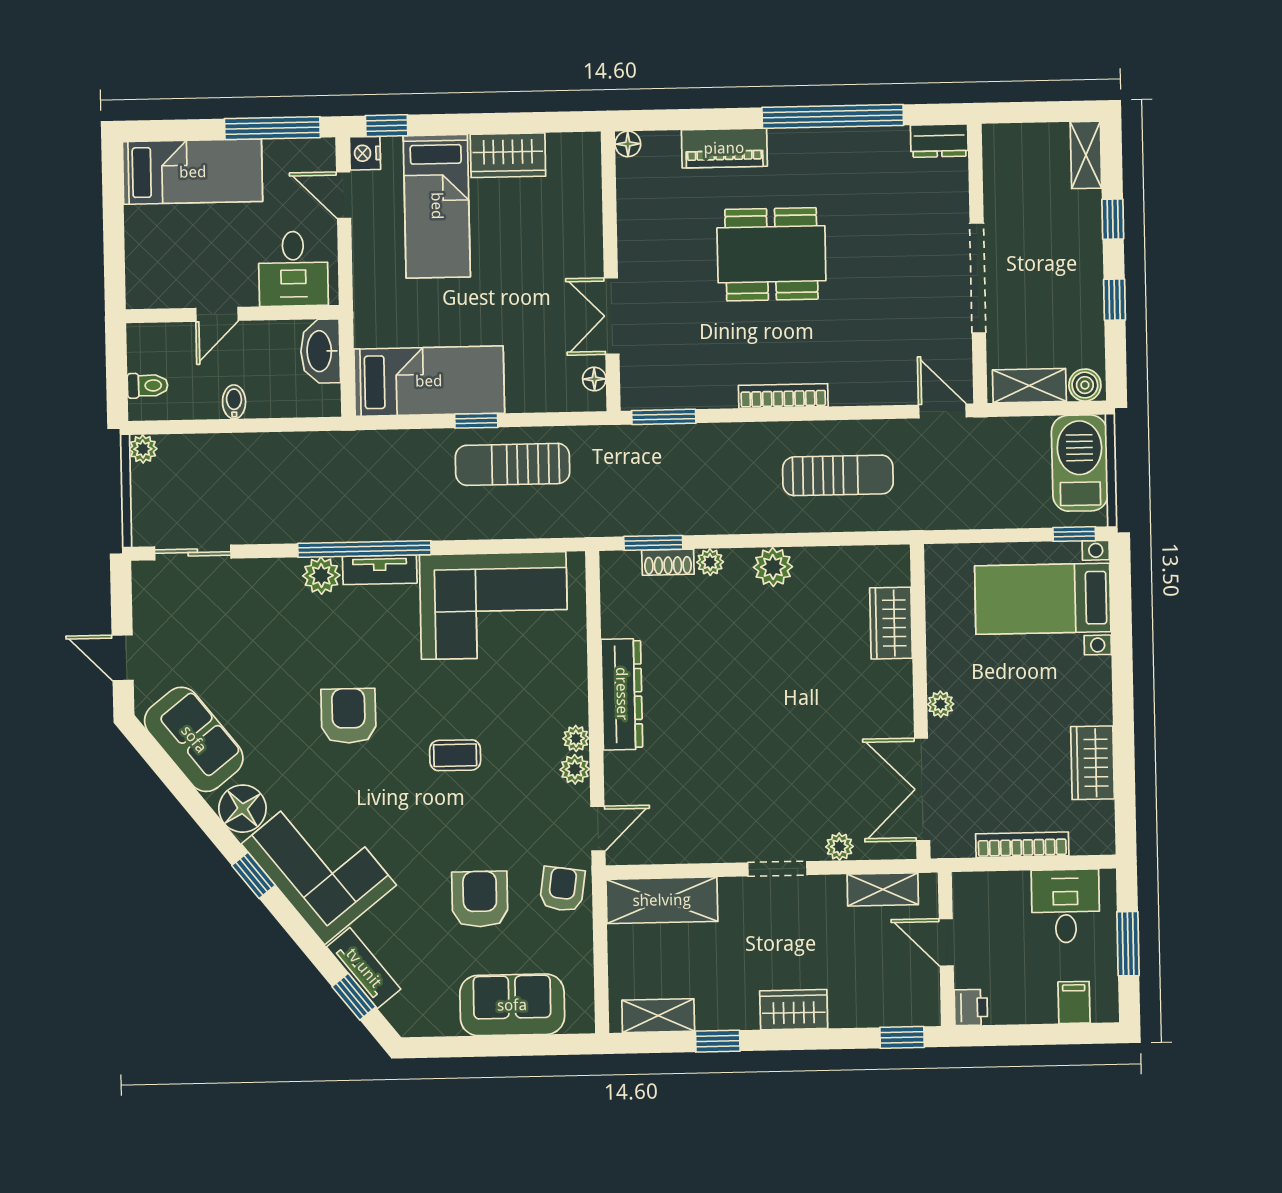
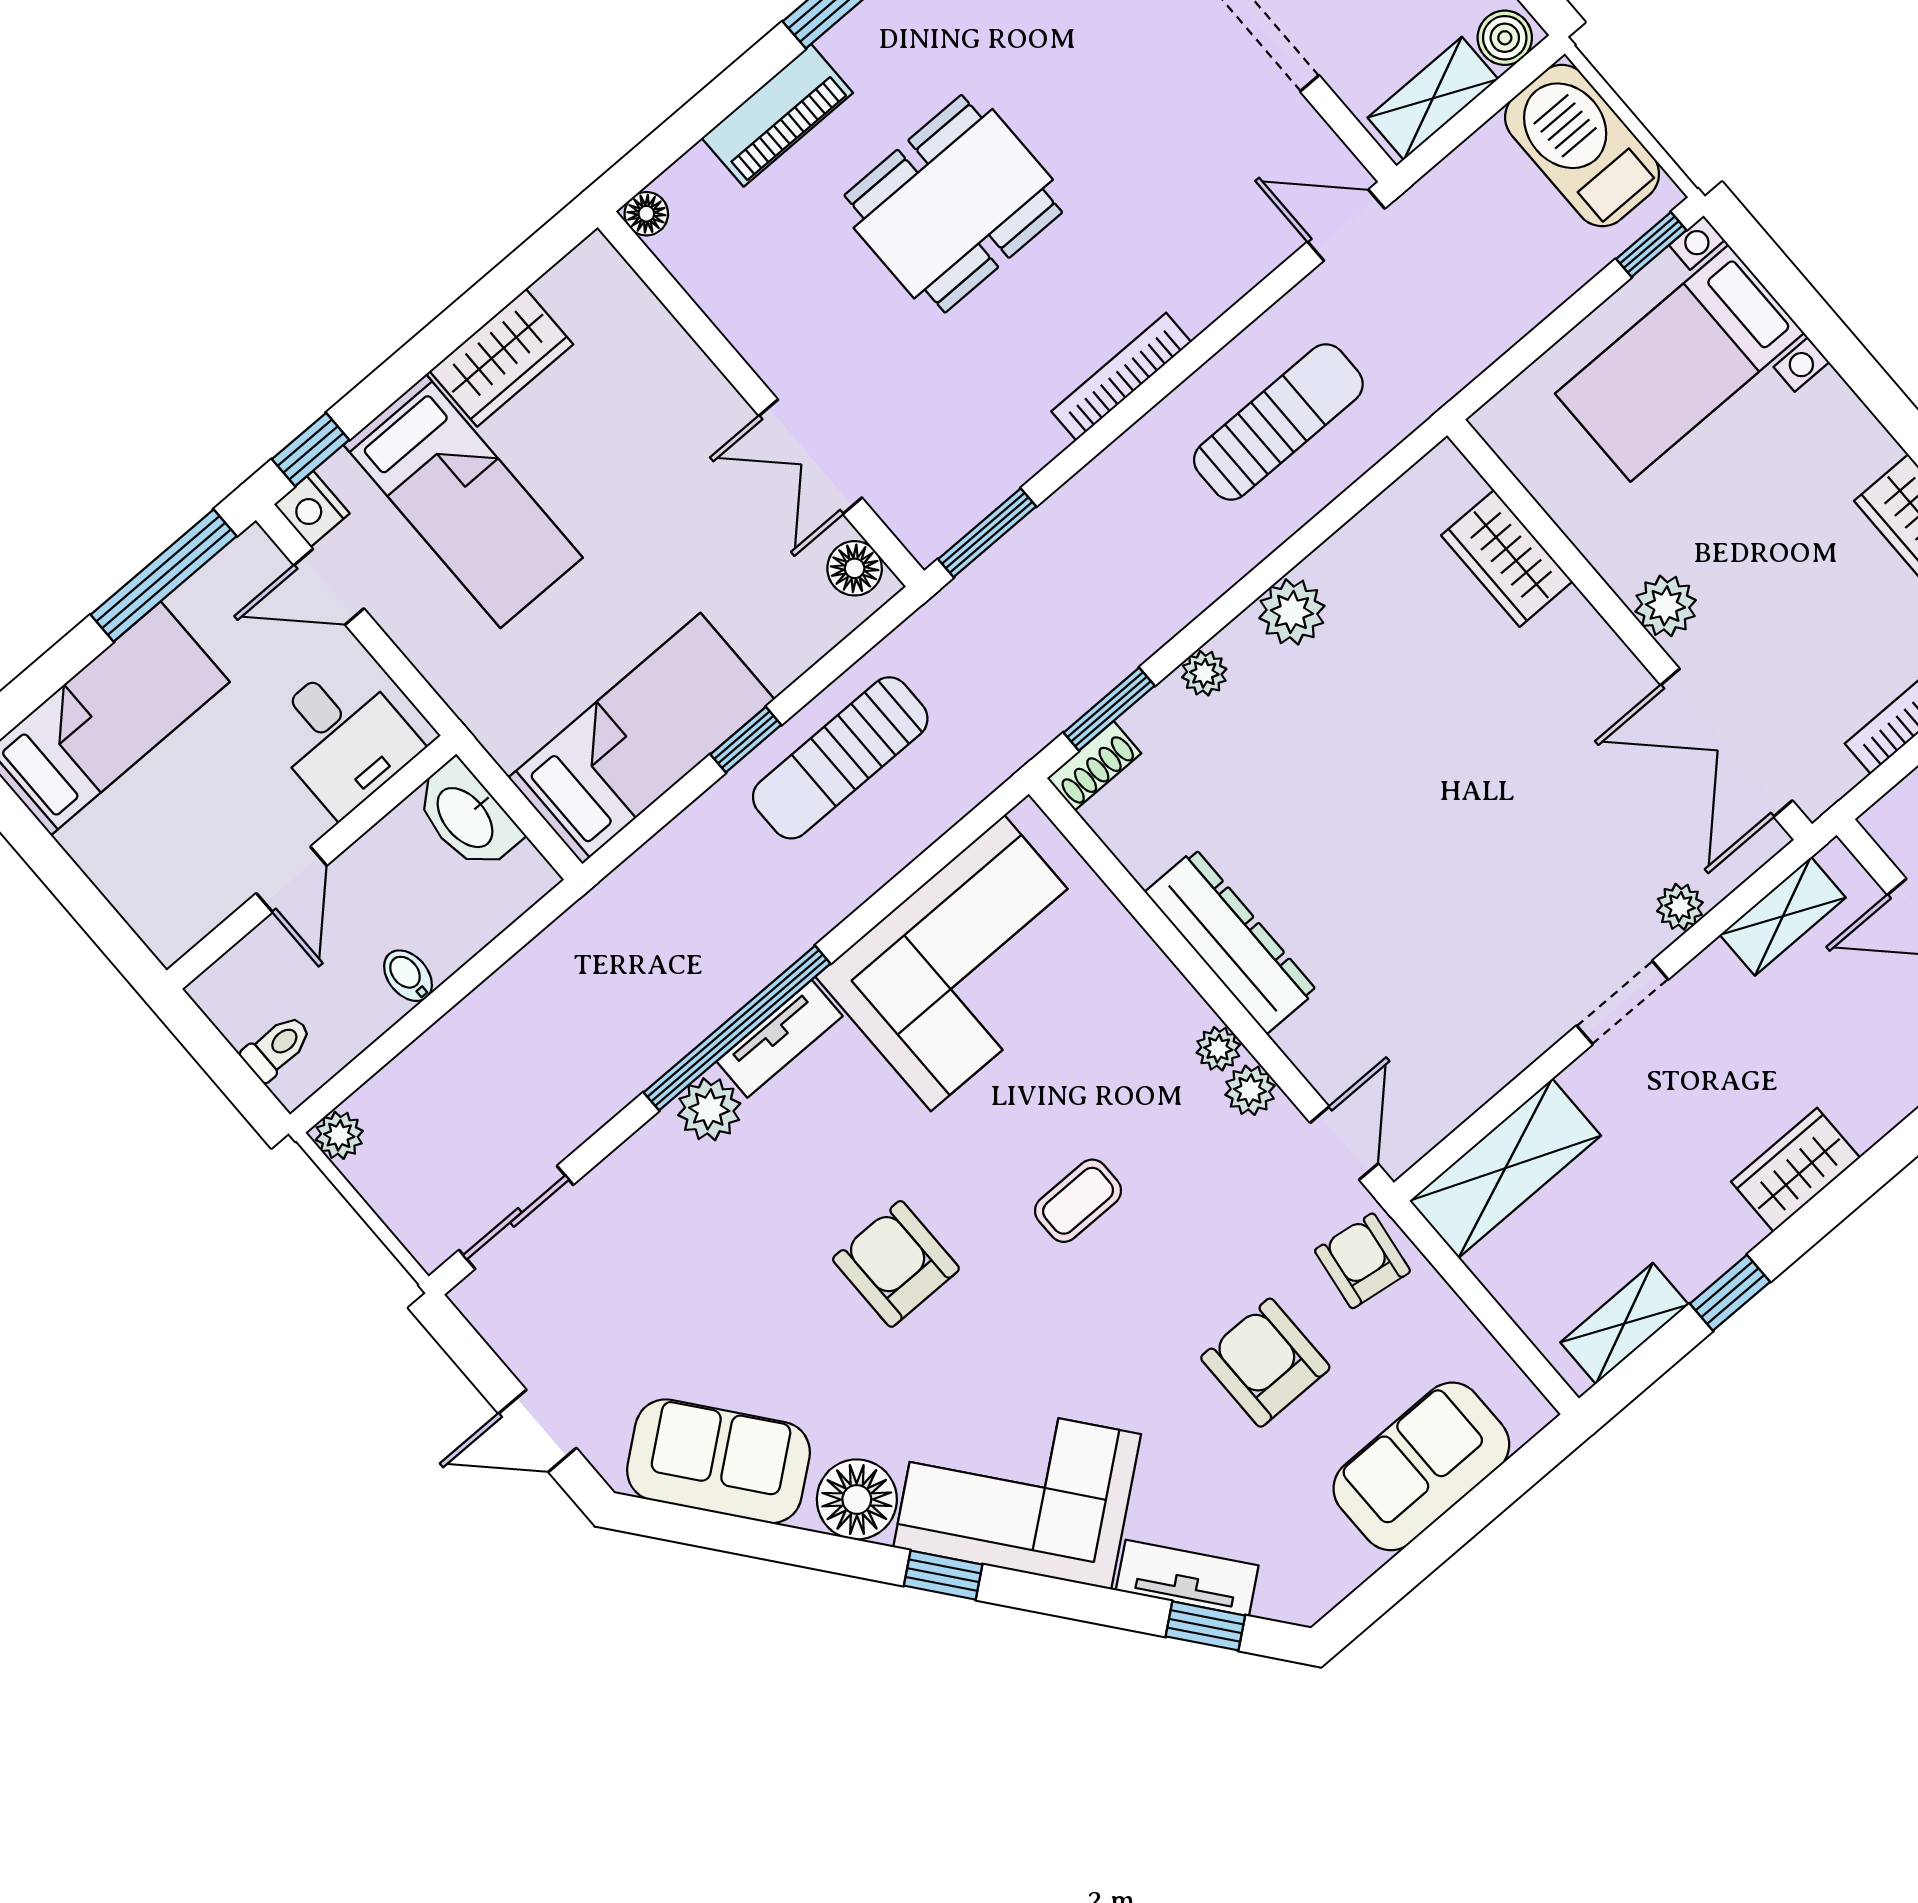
floor lamp: (594, 379) -> (855, 568), width x1.37, depth x1.37
shoe rack: (668, 562) -> (1094, 766), moved
plant: (941, 704) -> (1666, 606), width x1.38, depth x1.38

